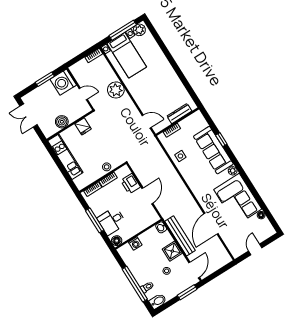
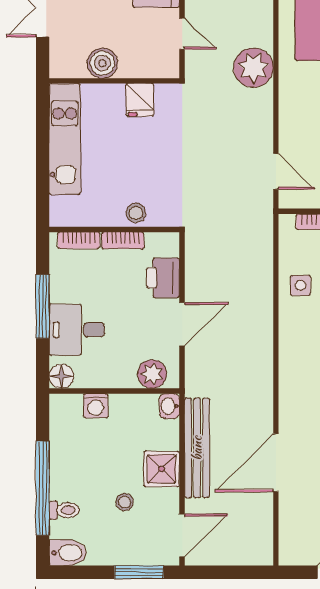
plant: (148, 220) -> (152, 374), added

